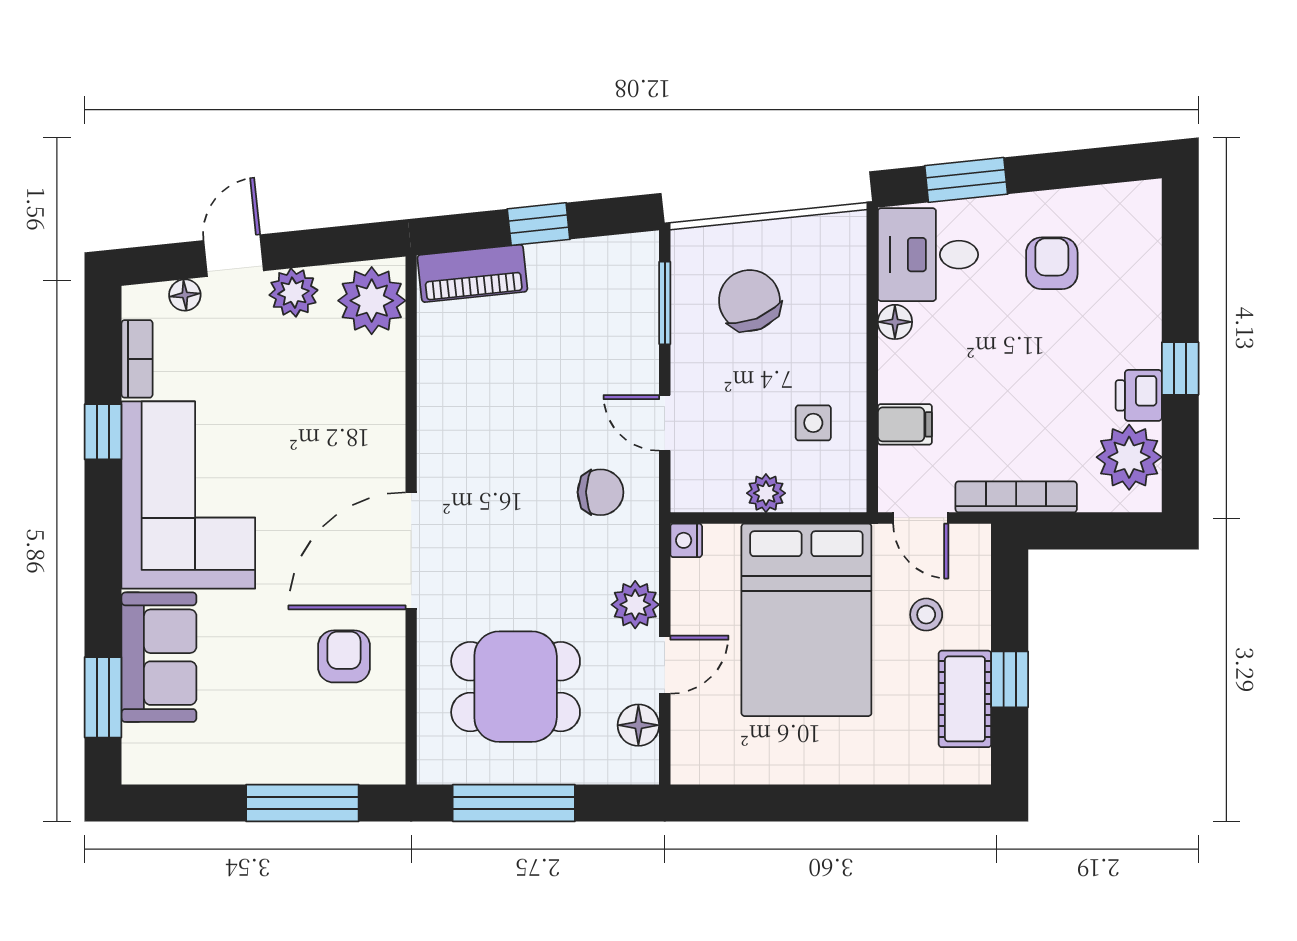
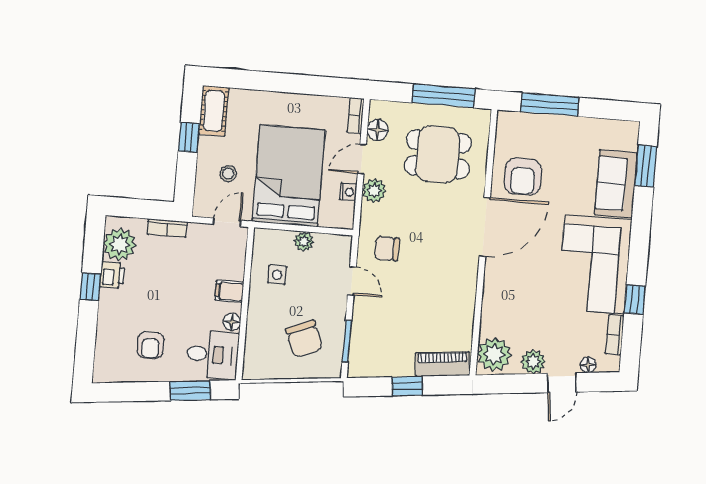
filing cabinet: (905, 424) -> (229, 291), moved
bookcase: (1016, 497) -> (167, 228), width x0.64
door: (921, 518) -> (227, 222), hinge flipped
nightstand: (686, 540) -> (348, 192), moved
armchair: (344, 656) -> (523, 177), width x1.38, depth x1.38
cot: (965, 699) -> (214, 111), moved
bookcase: (684, 750) -> (356, 115), added

